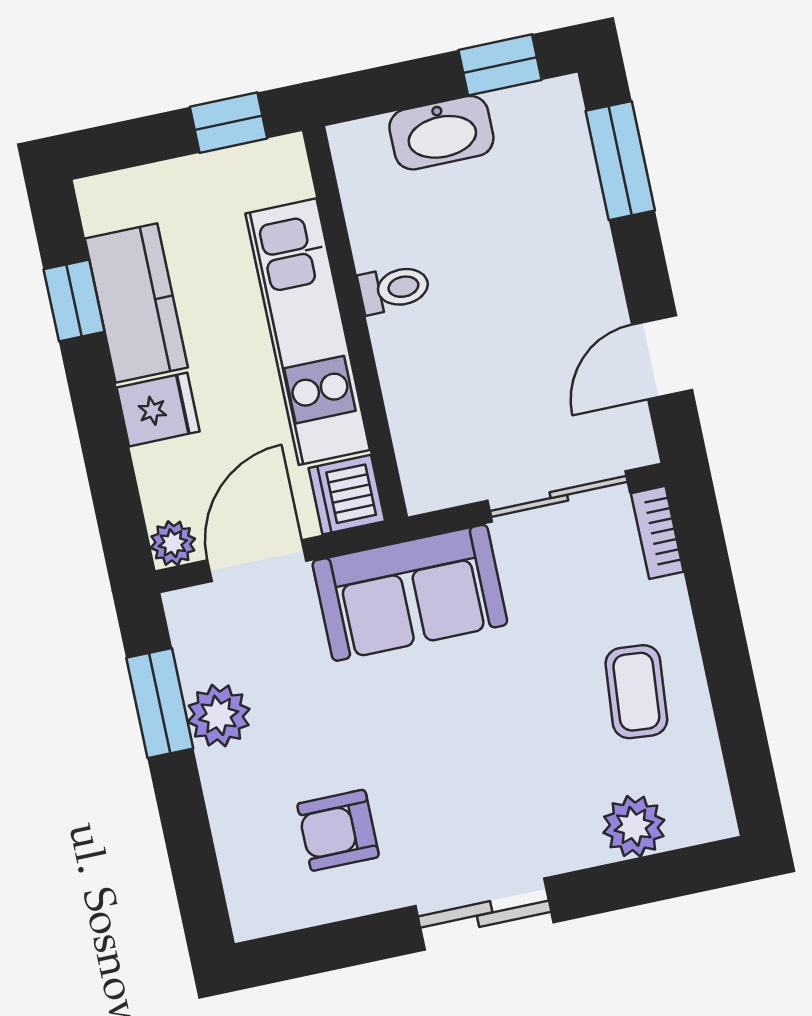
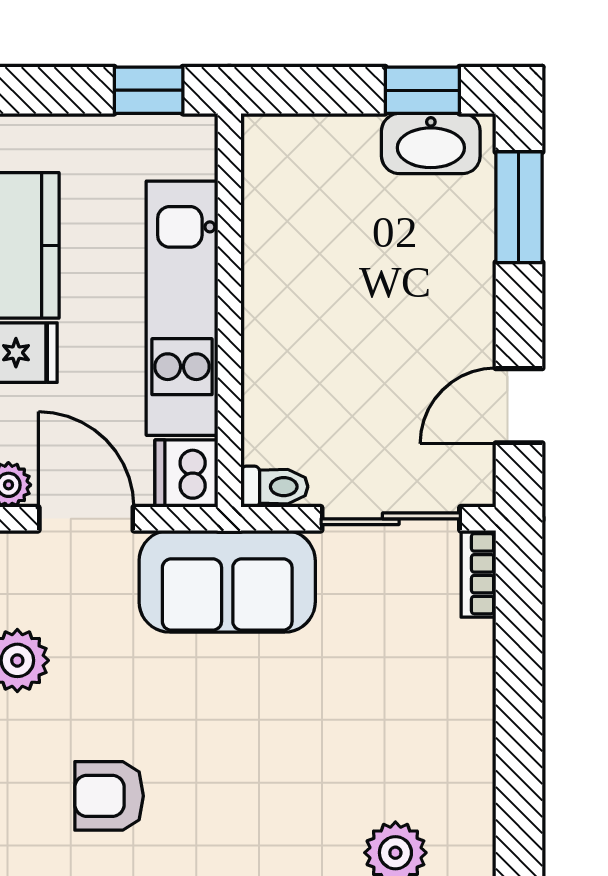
washbasin: (441, 133) -> (431, 144), moved
toilet: (394, 289) -> (274, 487), moved
door: (257, 561) -> (86, 519), hinge flipped
coffee table: (636, 692) -> (426, 723), removed

